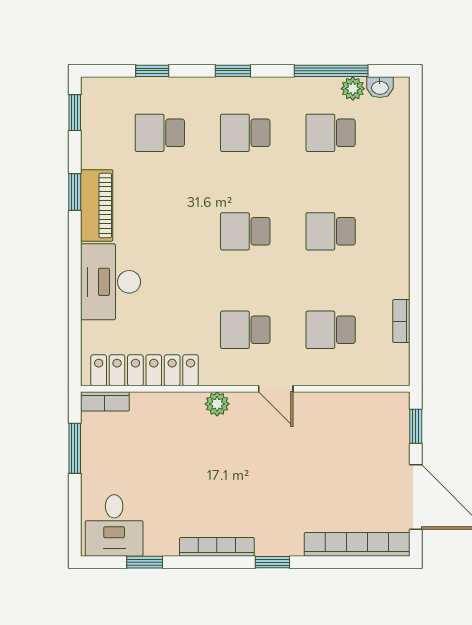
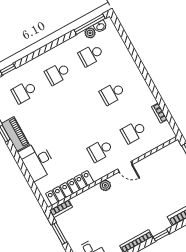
window: (233, 71) -> (39, 52), removed
window: (331, 71) -> (90, 24), moved
school desk: (245, 231) -> (79, 112), removed

